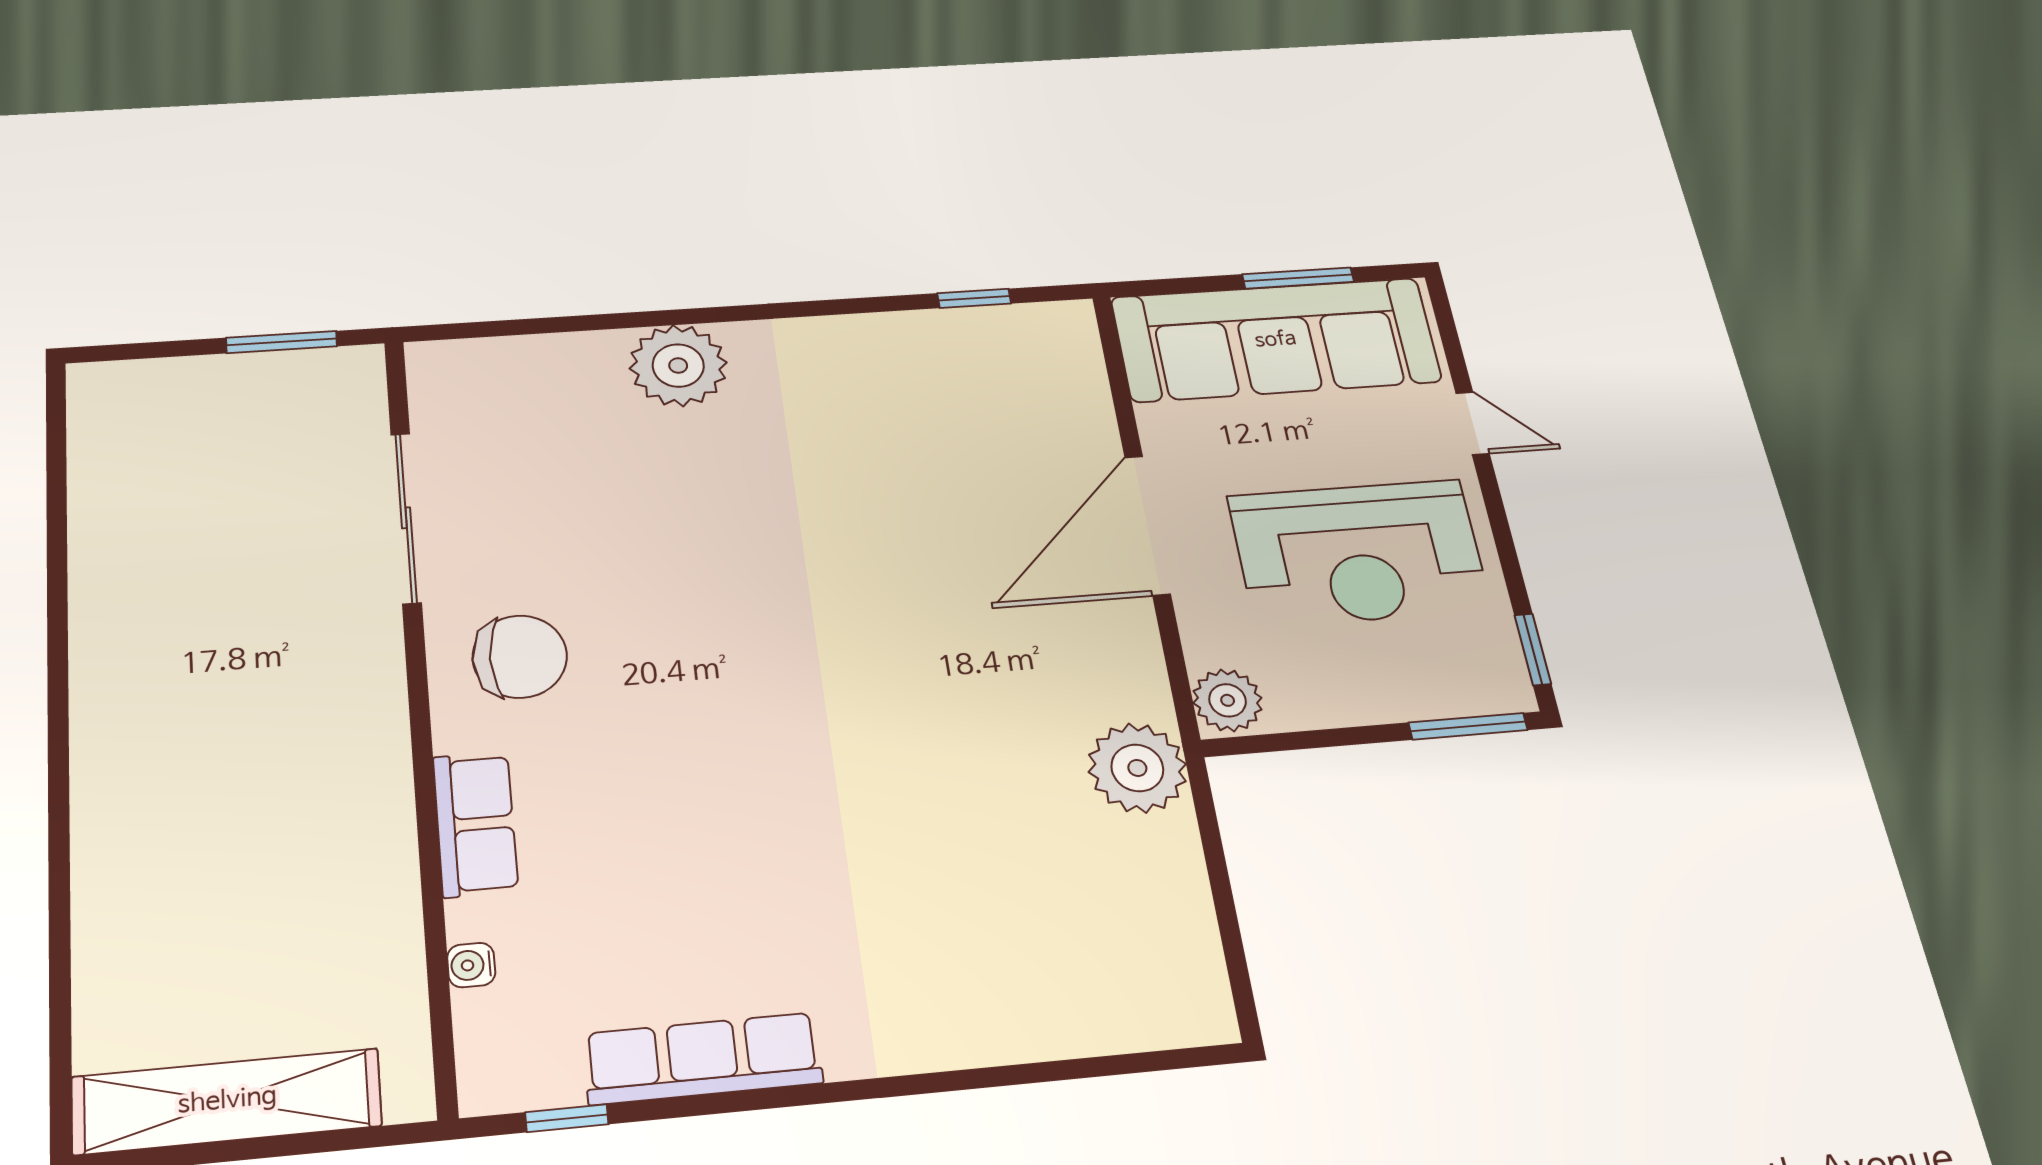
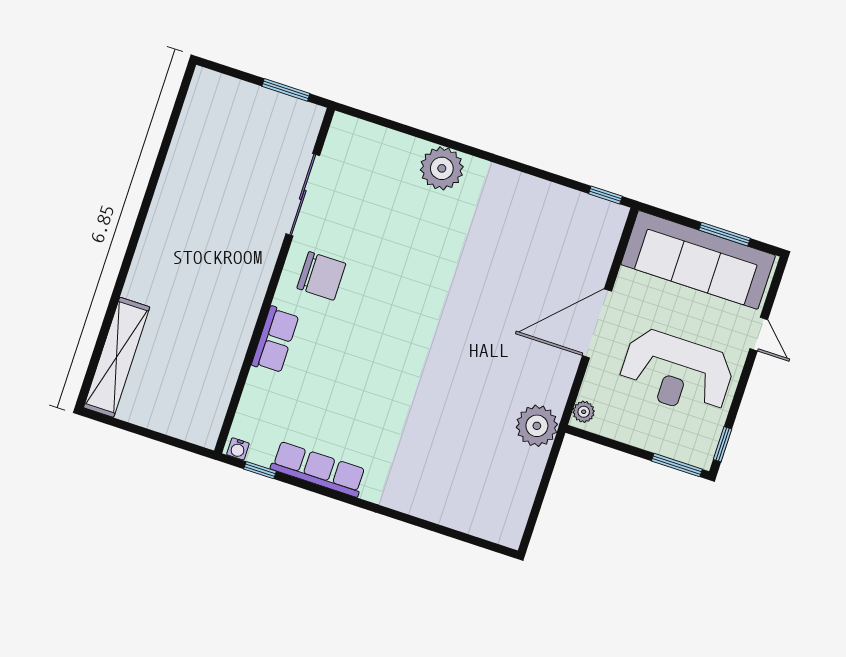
window: (974, 298) -> (605, 195), moved
plant: (1228, 700) -> (584, 412), width x0.73, depth x0.73
water cooler: (471, 965) -> (238, 449), moved, turned -90
shelving: (227, 1101) -> (117, 357), moved, turned 90

